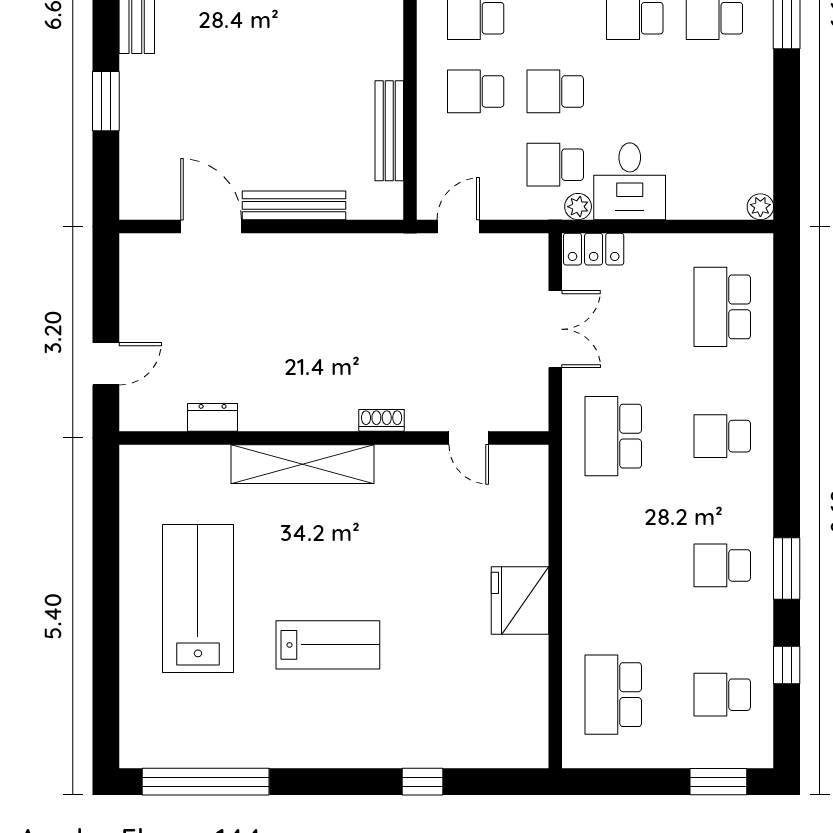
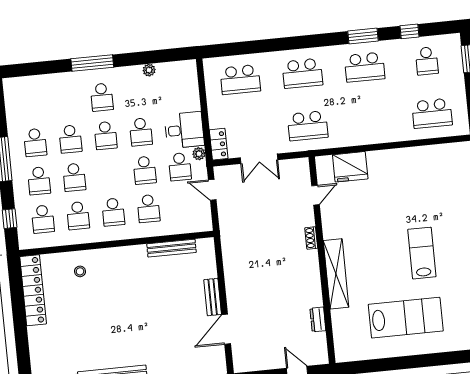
school desk: (635, 91) -> (141, 132), added
bench: (294, 205) -> (213, 297), width x0.73
plant: (760, 207) -> (149, 70), moved
door: (458, 226) -> (212, 190), moved
double door: (555, 329) -> (259, 159), swing flipped
school desk: (722, 436) -> (302, 73), width x1.85
school desk: (722, 565) -> (365, 67), width x1.85
lab bench: (198, 598) -> (406, 318), turned 180
fridge: (520, 600) -> (350, 167), moved

